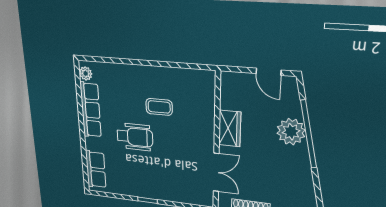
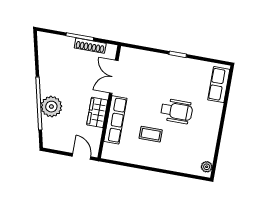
door: (269, 72) -> (82, 156), moved
row of seats: (91, 110) -> (115, 120), moved, turned 180
wheelchair: (135, 137) -> (177, 111), turned 180

